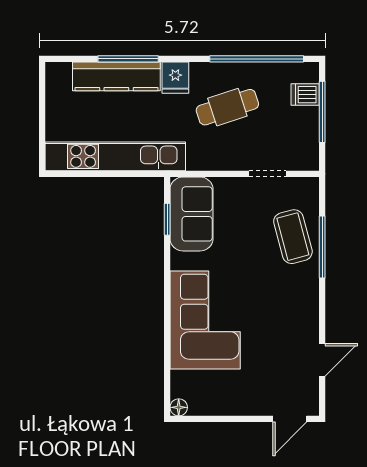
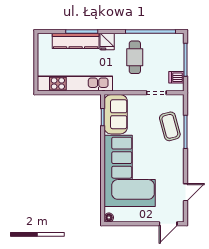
dishwasher: (305, 95) -> (176, 77), moved
cafe table: (227, 107) -> (135, 57), turned -72
corner sofa: (205, 320) -> (130, 171), width x1.36, depth x1.36

